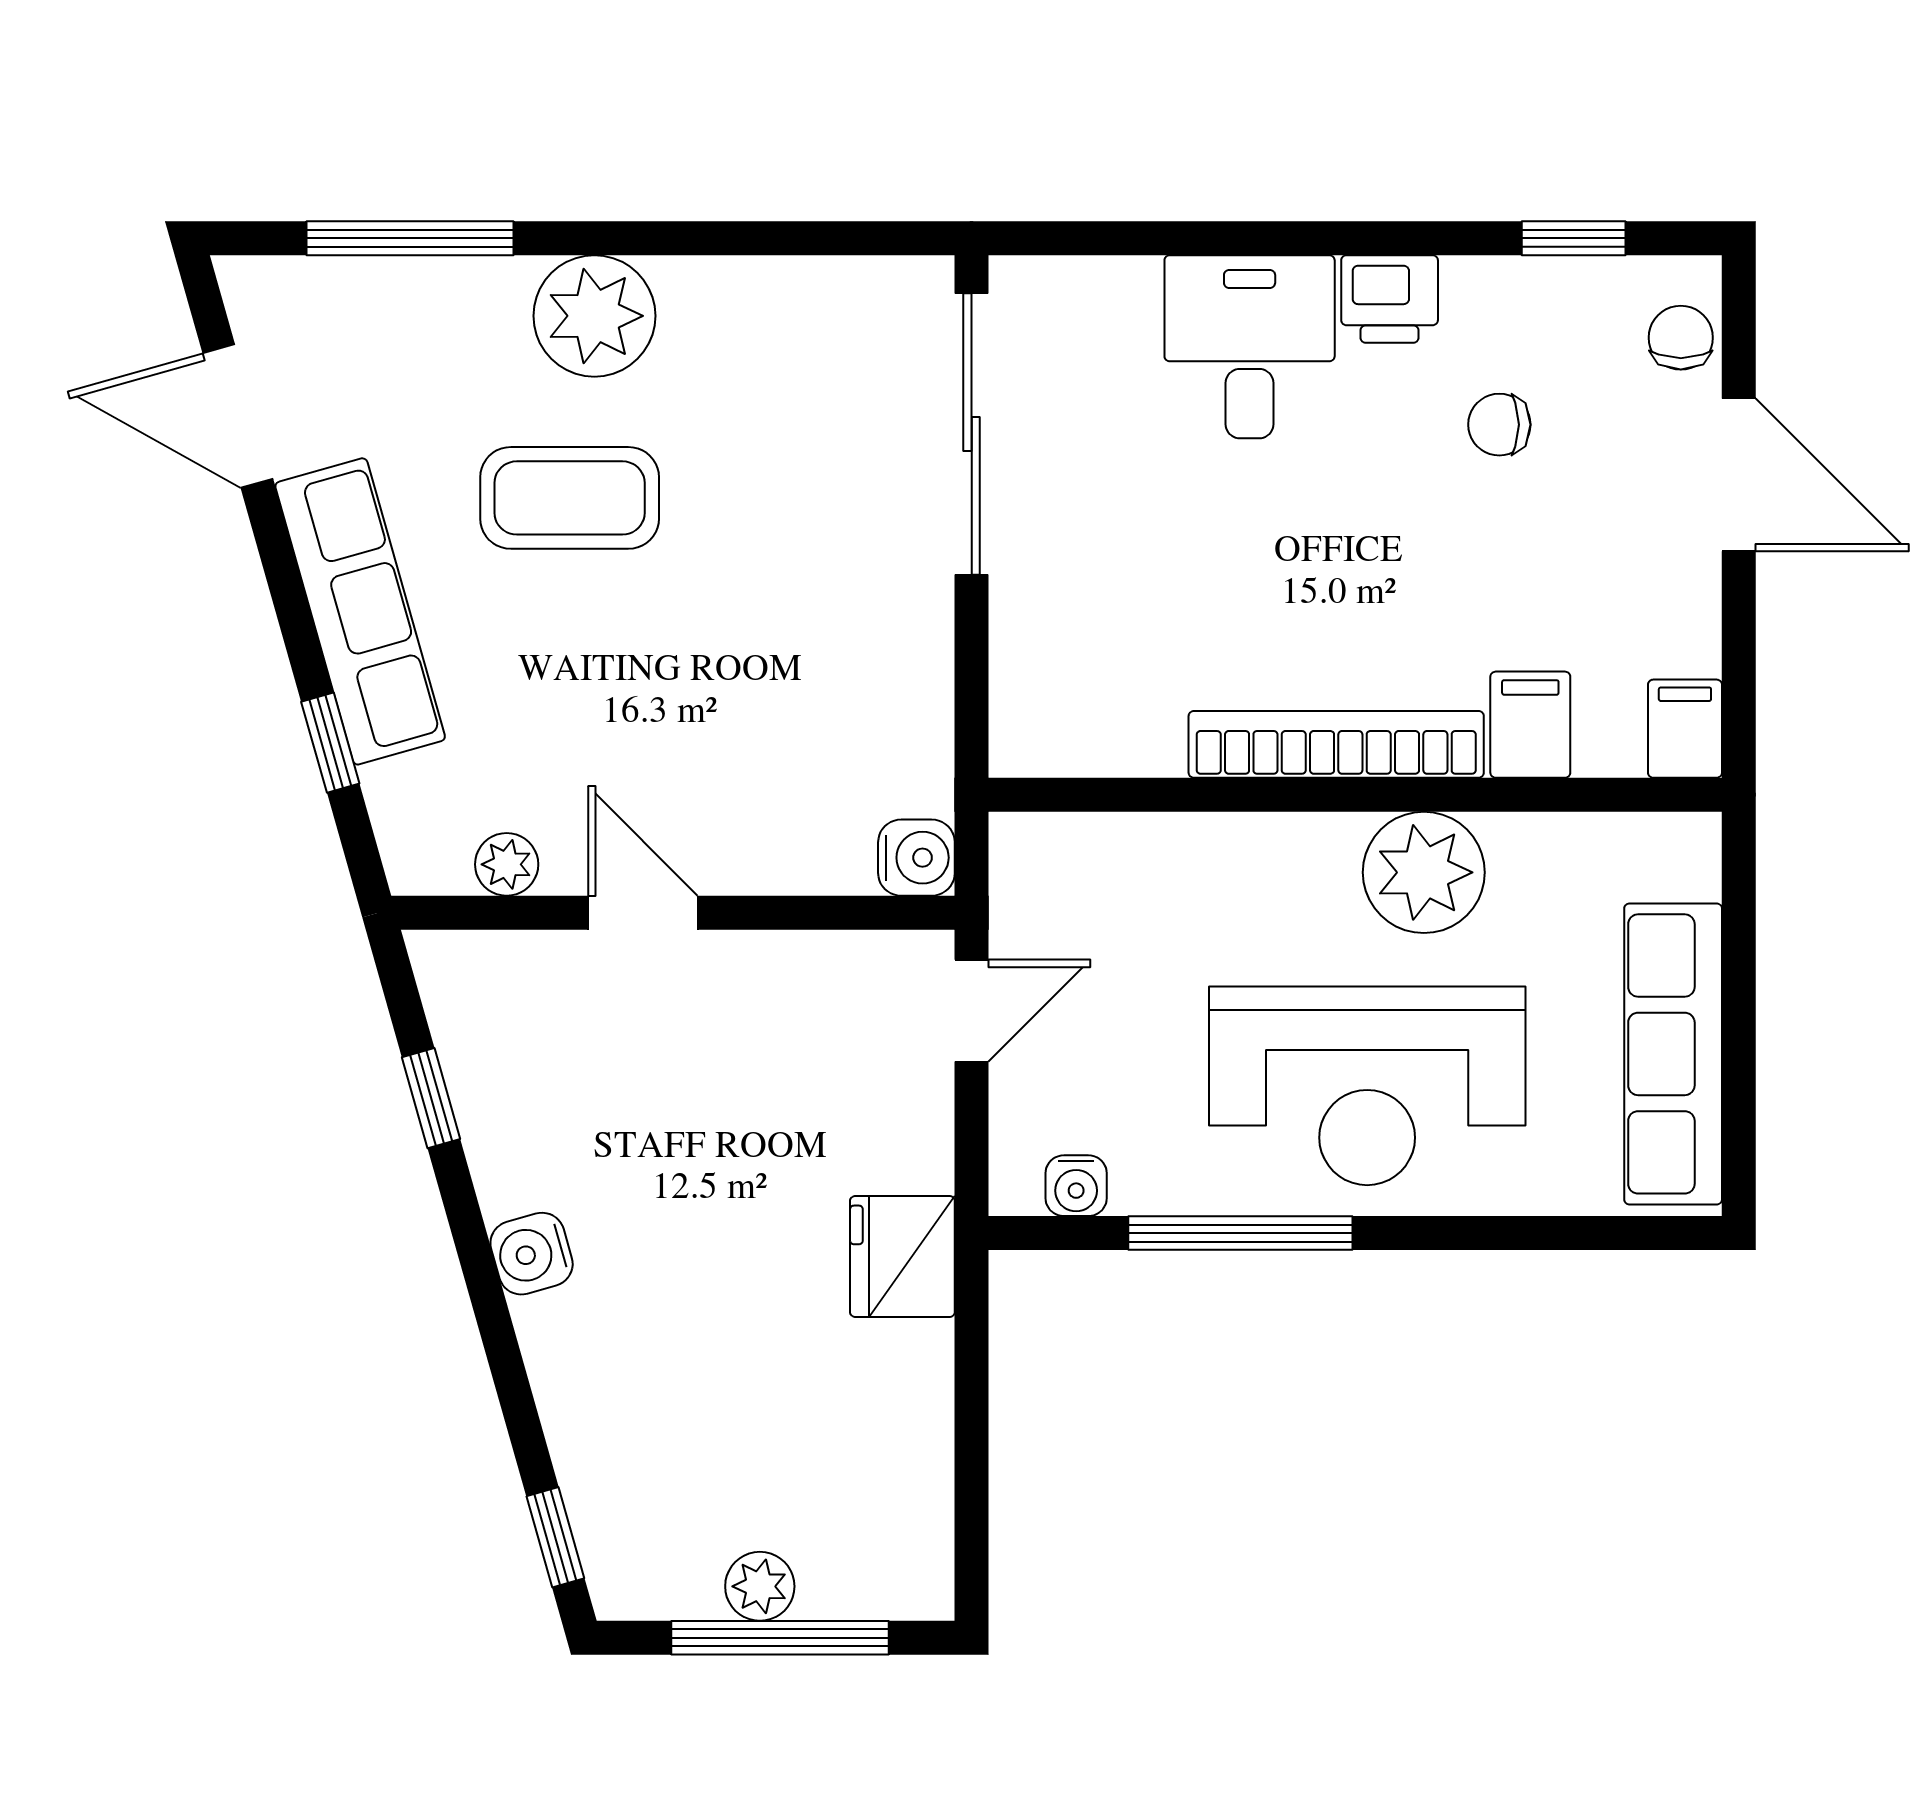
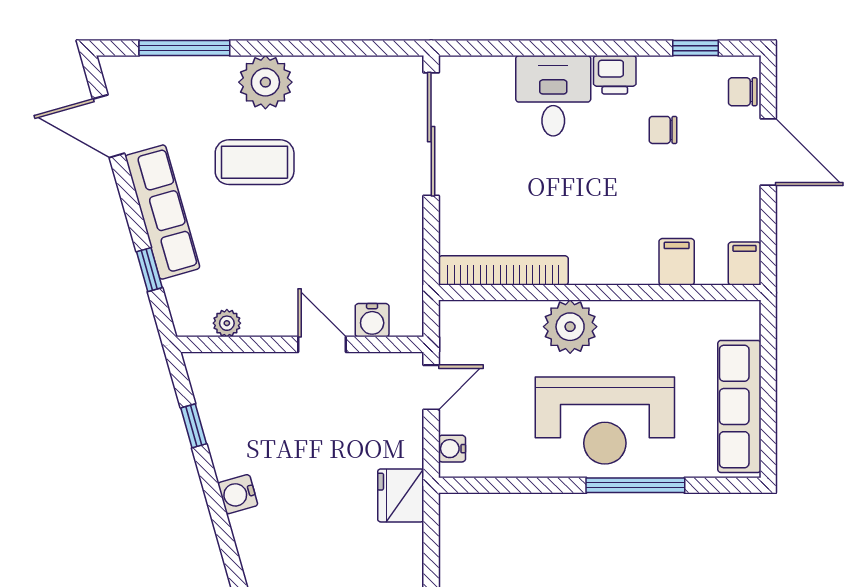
chair: (1681, 338) -> (743, 92), turned -90
bookcase: (1336, 744) -> (503, 270), moved
water cooler: (916, 858) -> (372, 320), moved, turned 90
plant: (1424, 872) -> (570, 327), moved
door: (643, 913) -> (322, 344), moved
water cooler: (1076, 1186) -> (452, 449), moved, turned 90
window: (1240, 1233) -> (635, 485), moved

